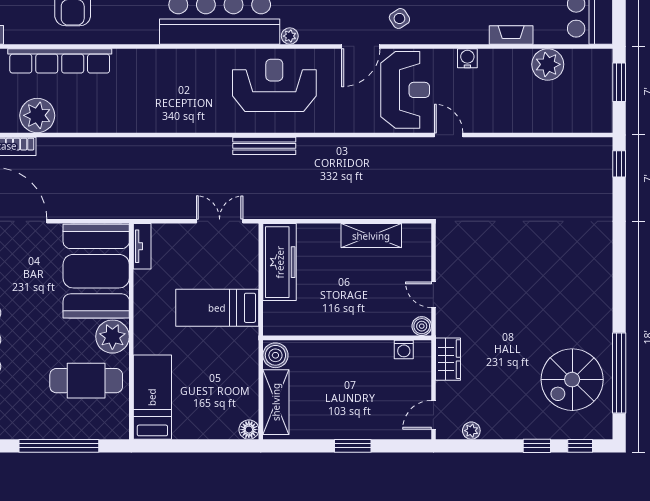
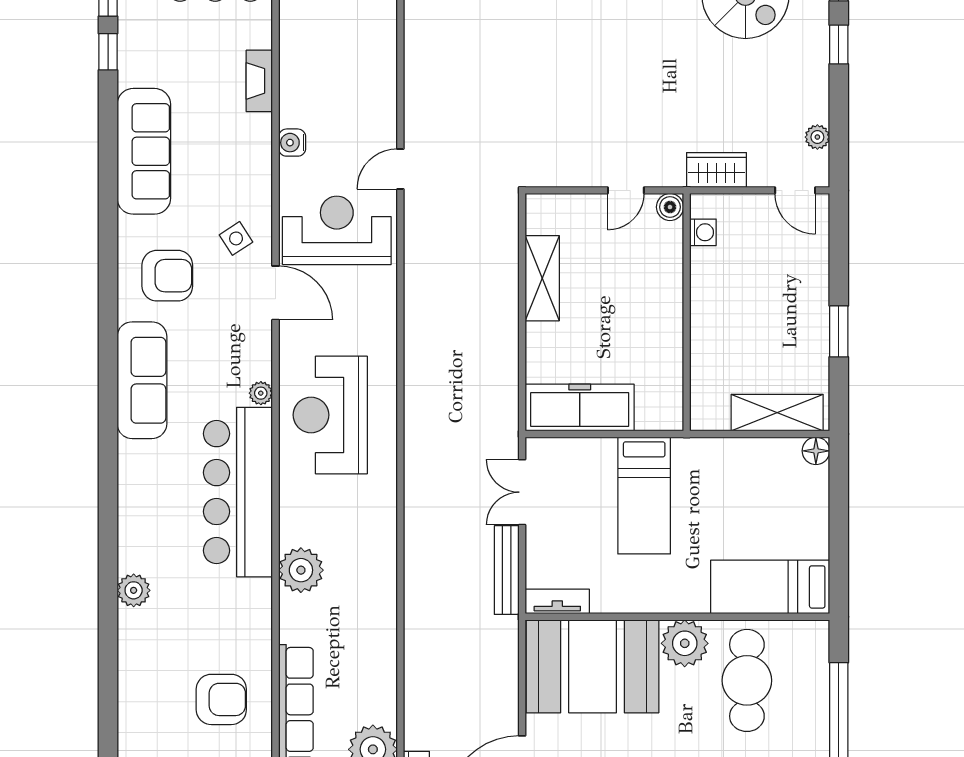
plant: (548, 64) -> (301, 570), moved
bench: (264, 146) -> (507, 570), moved
boiler: (275, 355) -> (711, 413), removed
window: (353, 446) -> (839, 331), moved

